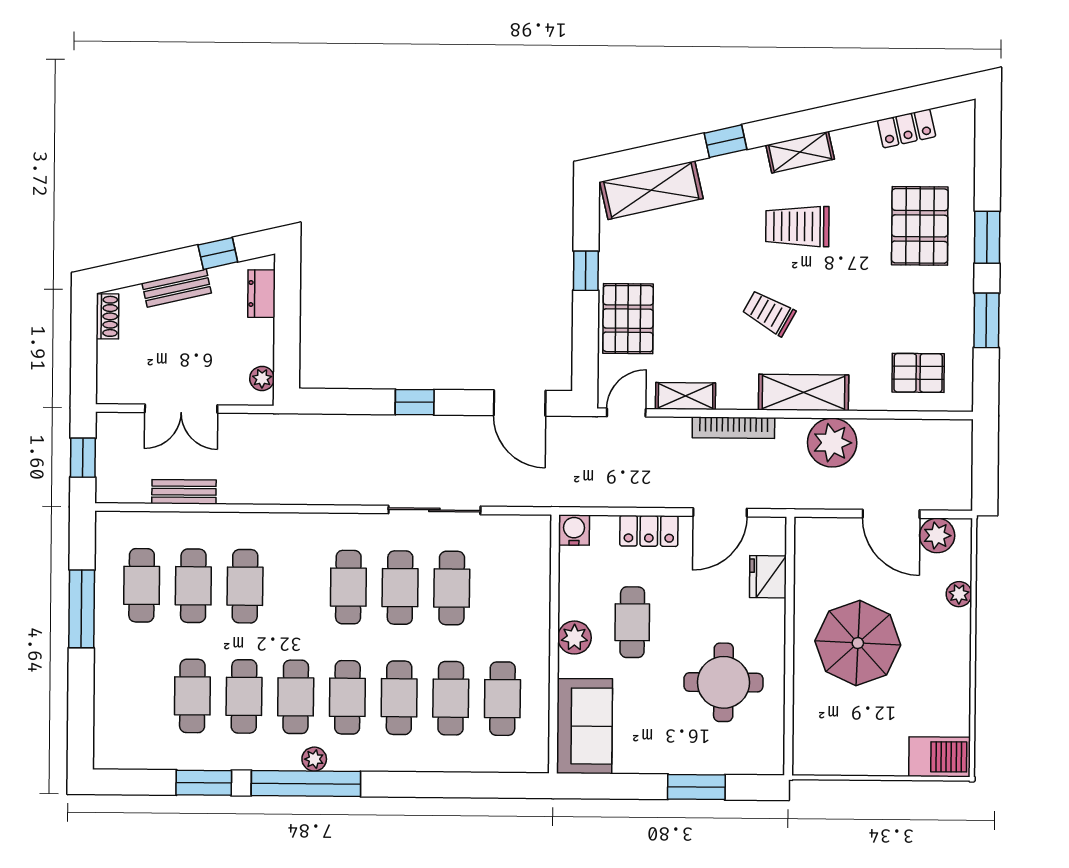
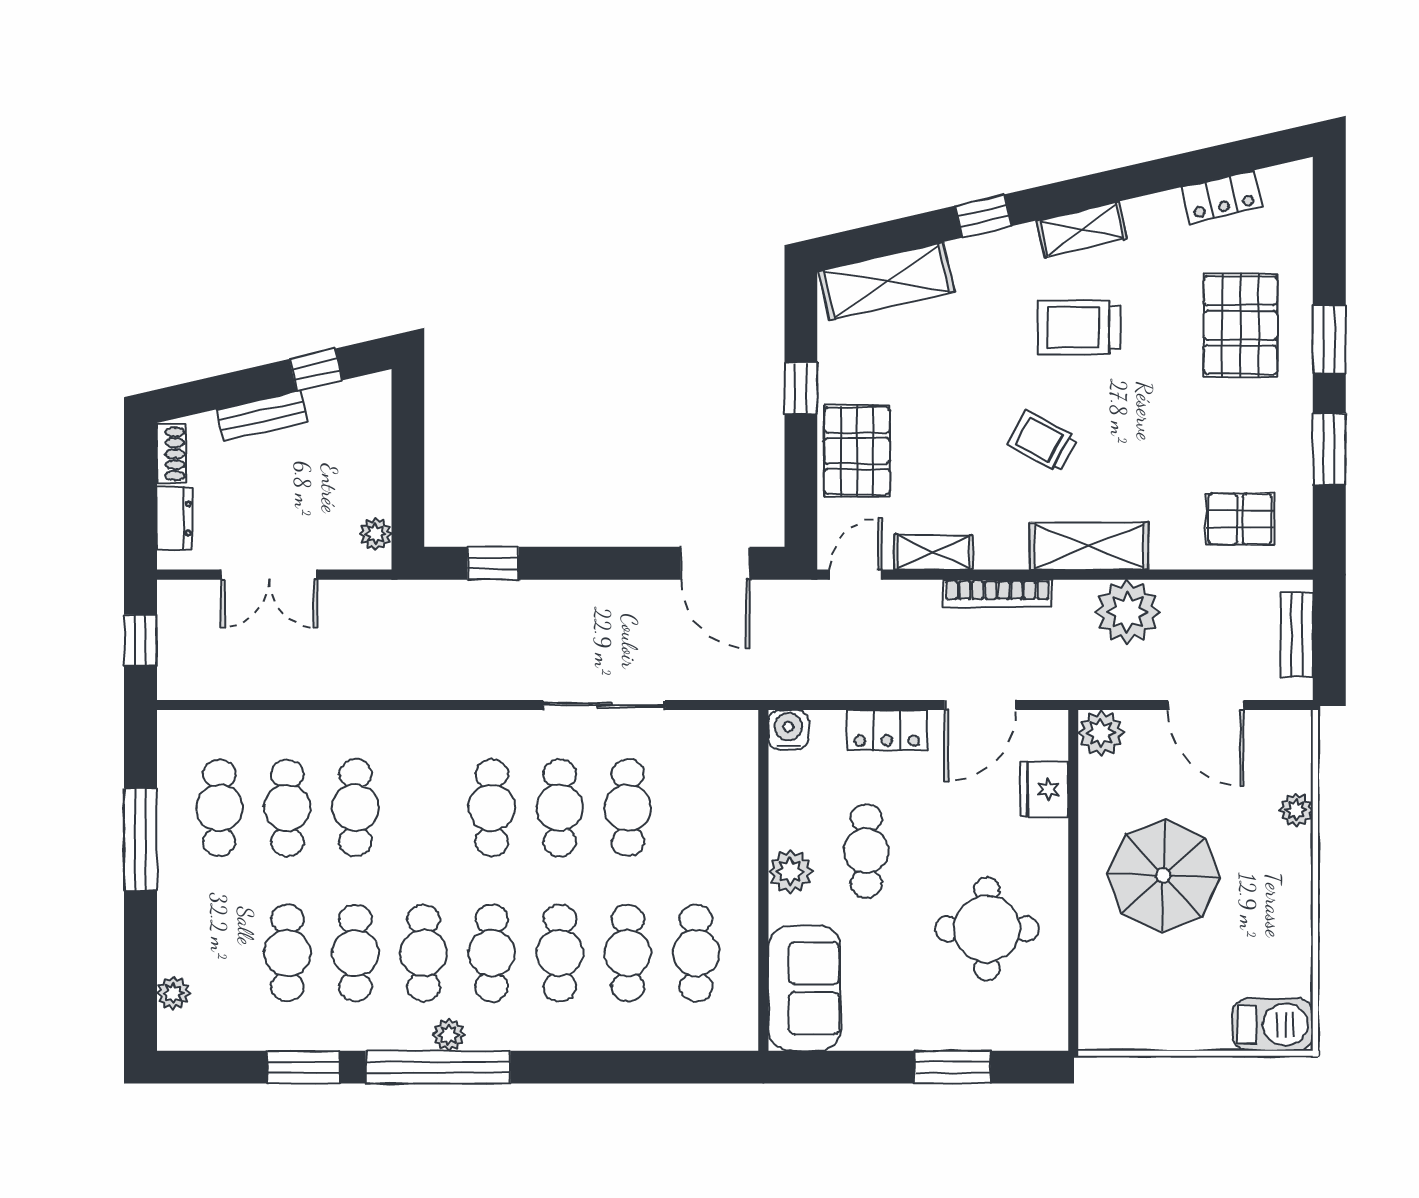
dresser: (261, 294) -> (175, 518), moved, turned 180
window: (415, 402) -> (493, 563), moved
bench: (184, 492) -> (1297, 635), moved, turned 90
plant: (937, 535) -> (1101, 733), moved
plant: (105, 726) -> (173, 993), added

